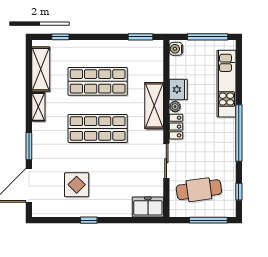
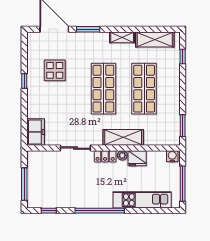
cafe table: (199, 190) -> (51, 176), removed

